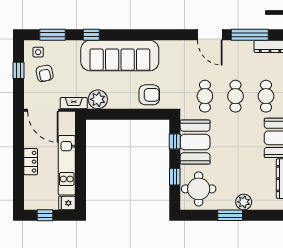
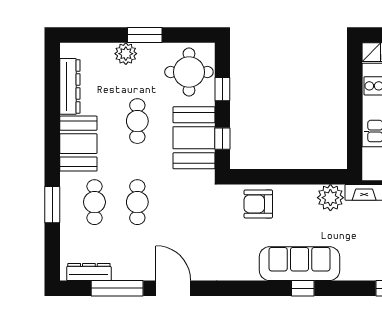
window: (91, 35) -> (303, 288), moved
sofa: (120, 56) -> (299, 264), width x0.74, depth x0.79
cafe table: (205, 96) -> (137, 121), moved

